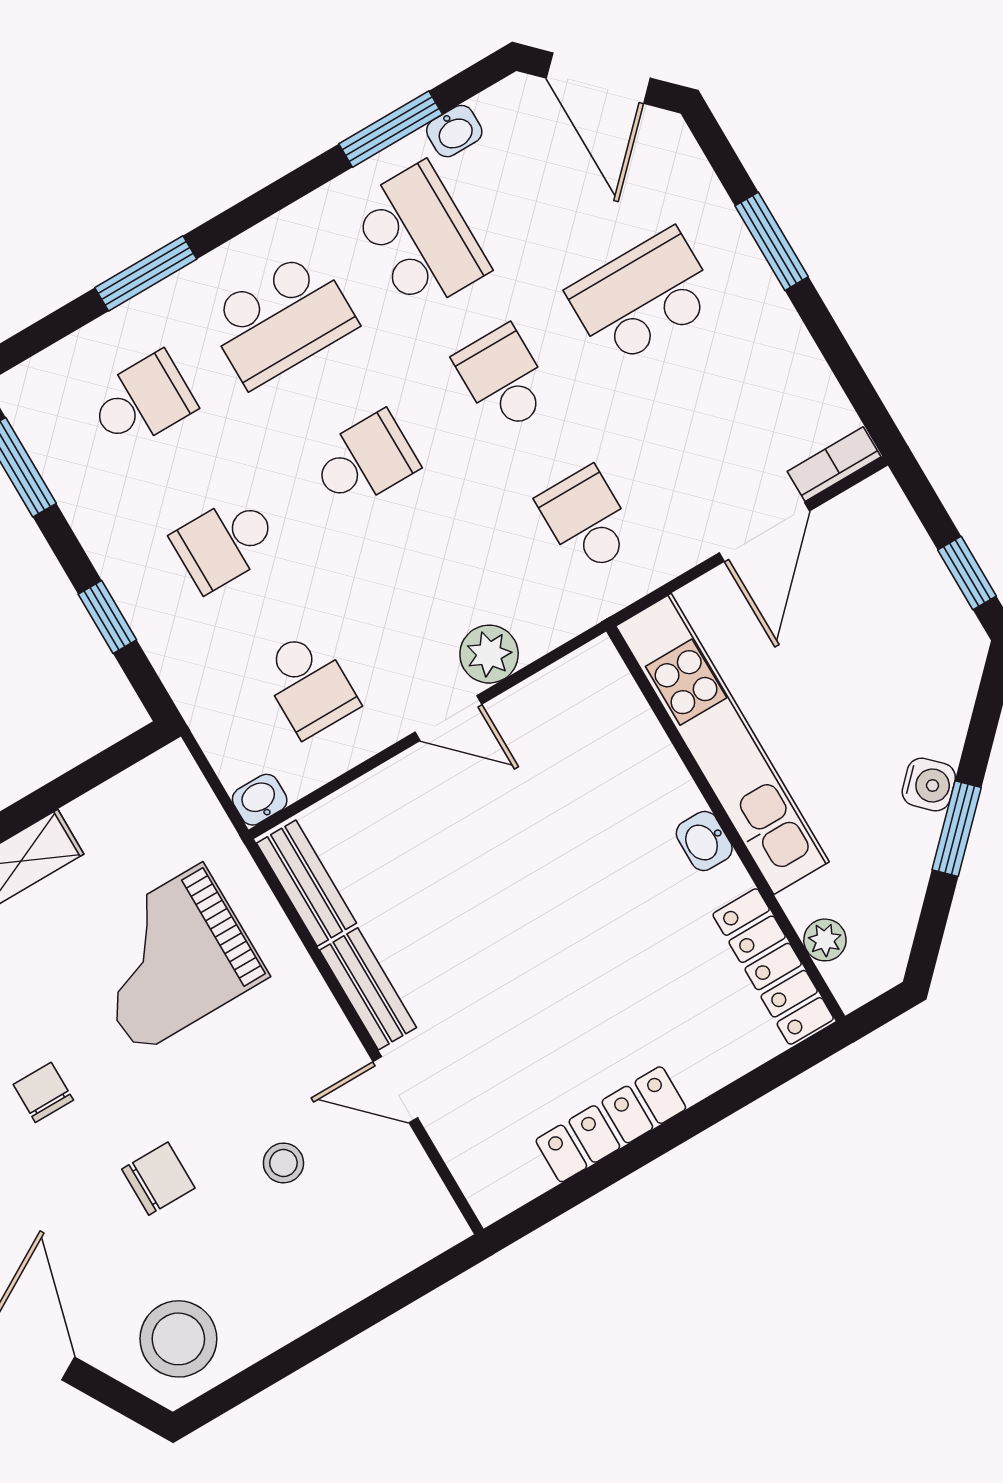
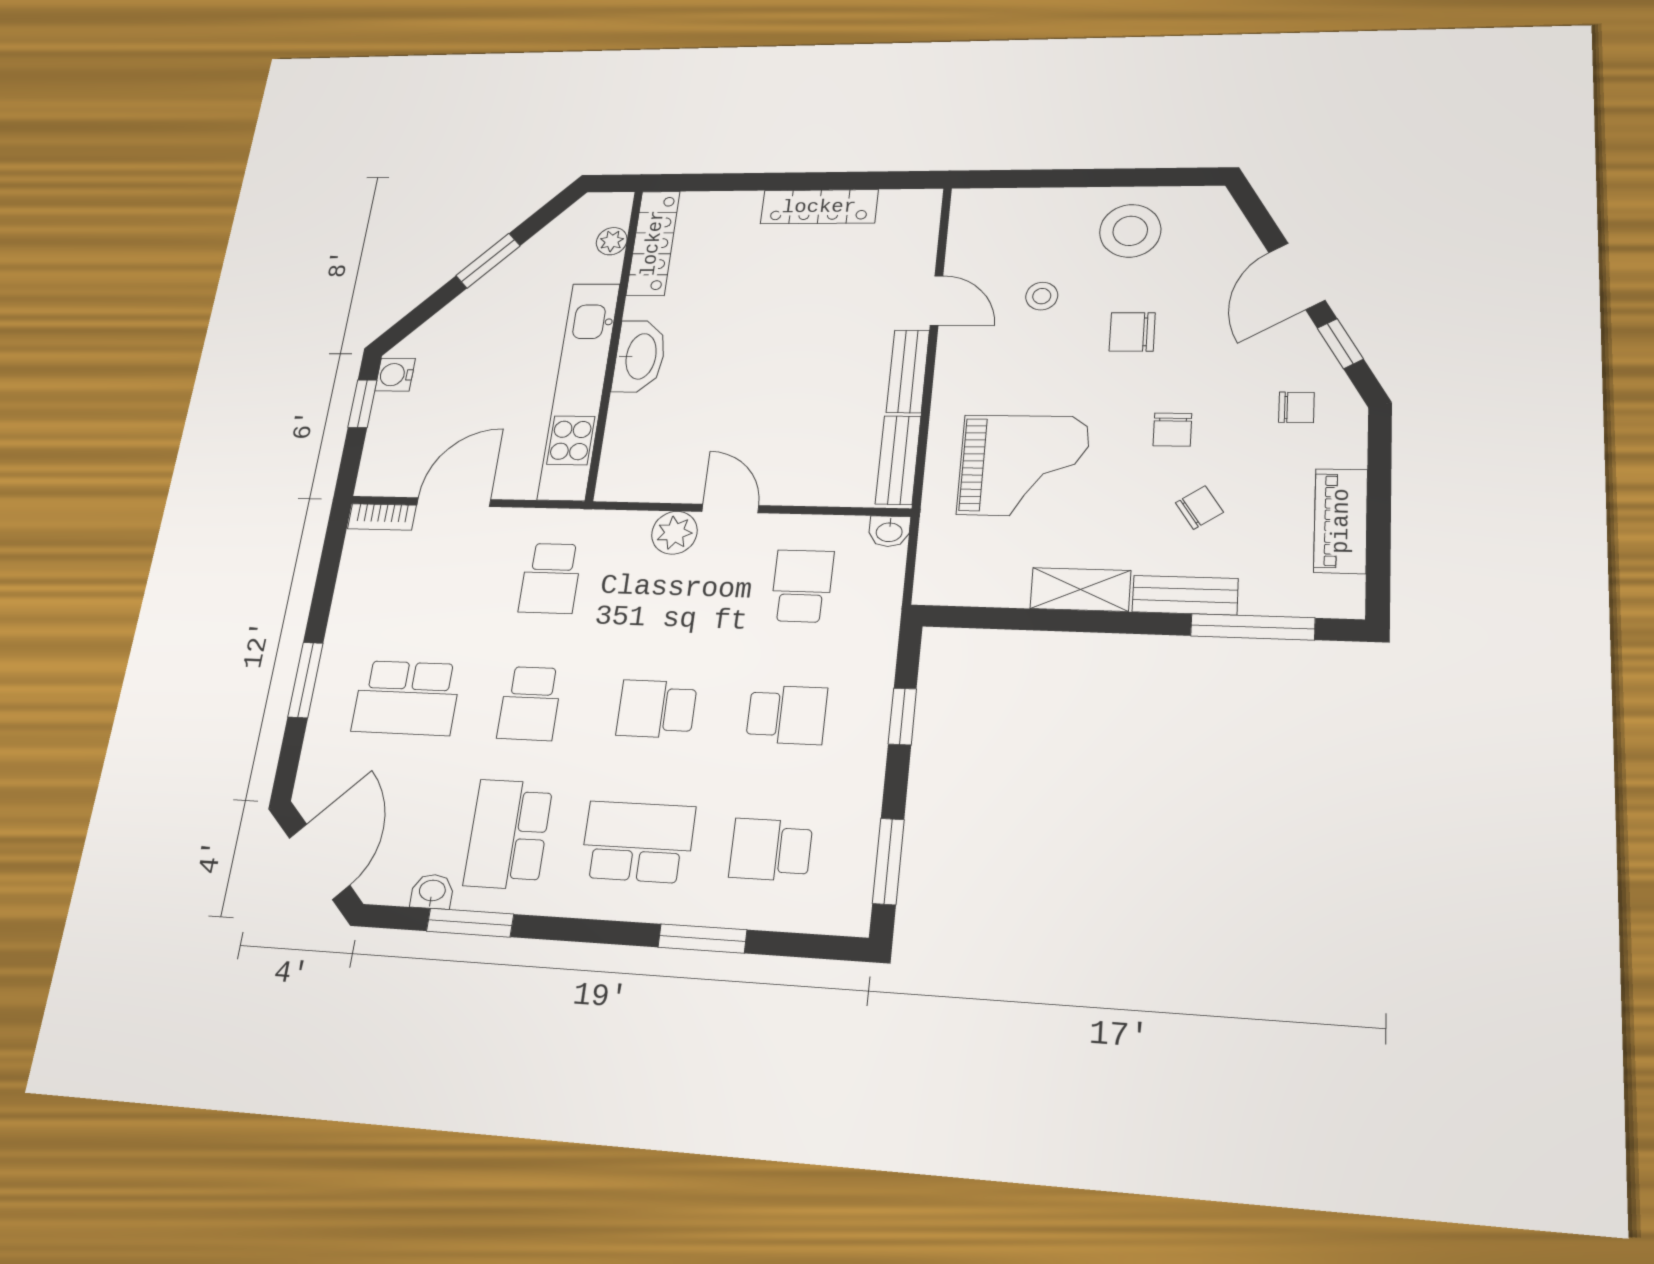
water cooler: (929, 785) -> (395, 375), moved, turned -45
washbasin: (704, 841) -> (640, 356), width x1.91, depth x1.45
stool: (178, 1339) -> (1130, 231), moved

